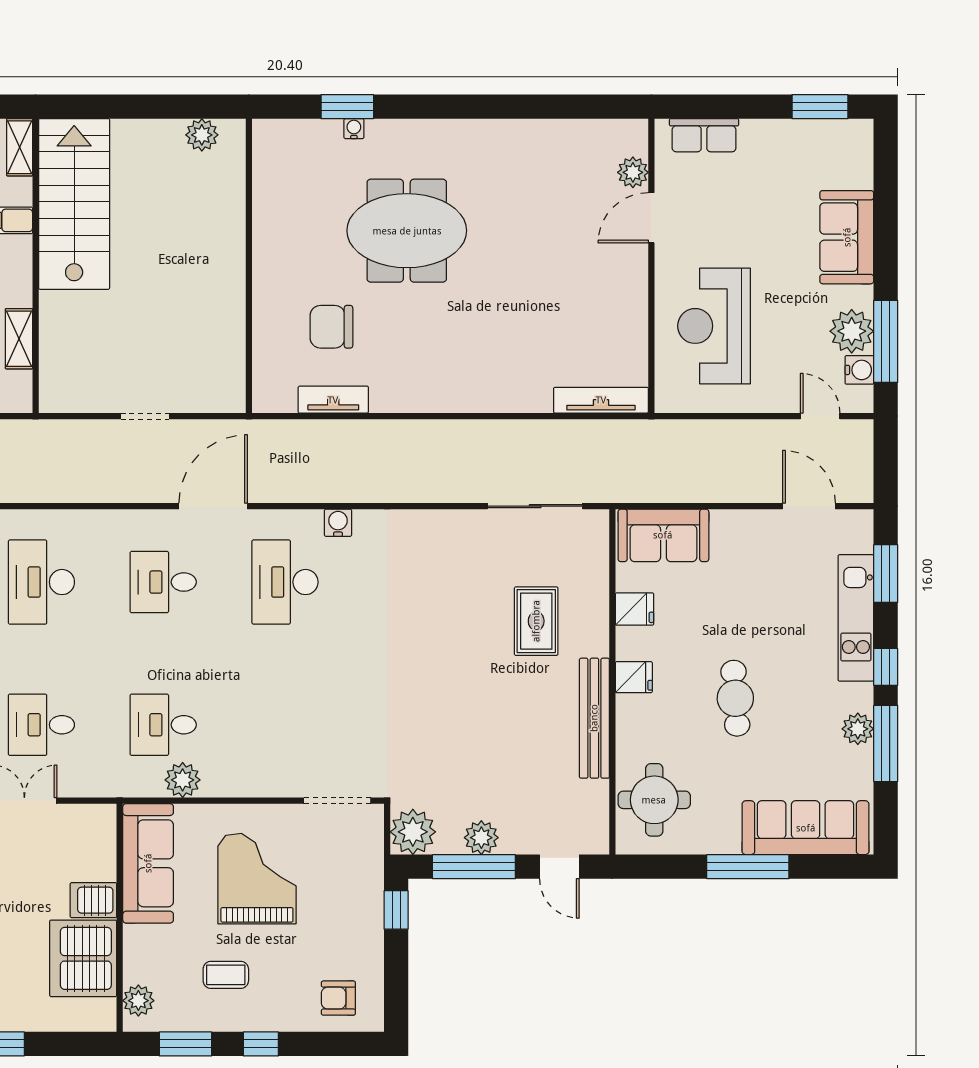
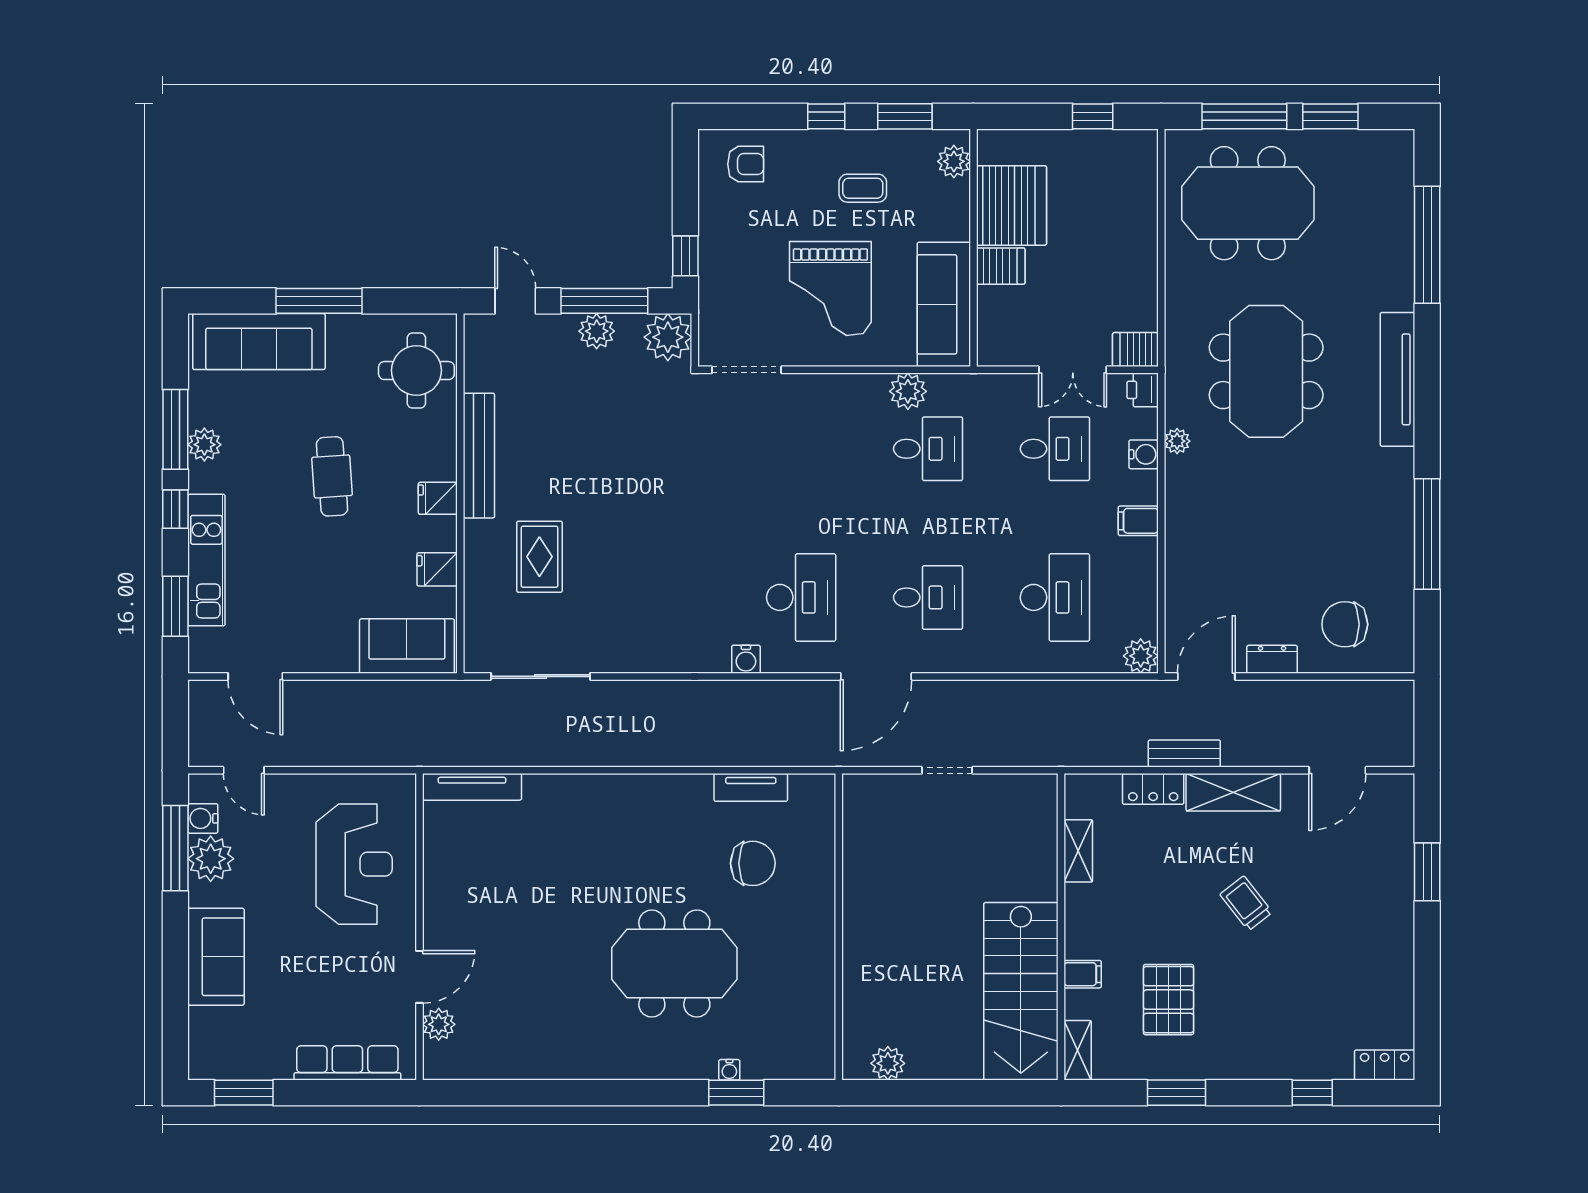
row of seats: (704, 135) -> (347, 1063), width x1.48

